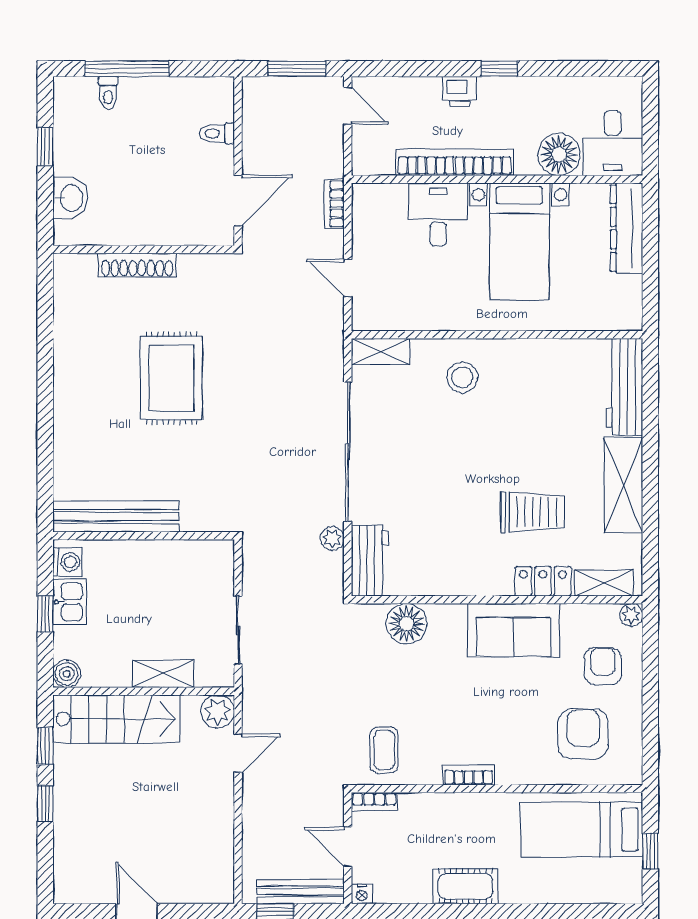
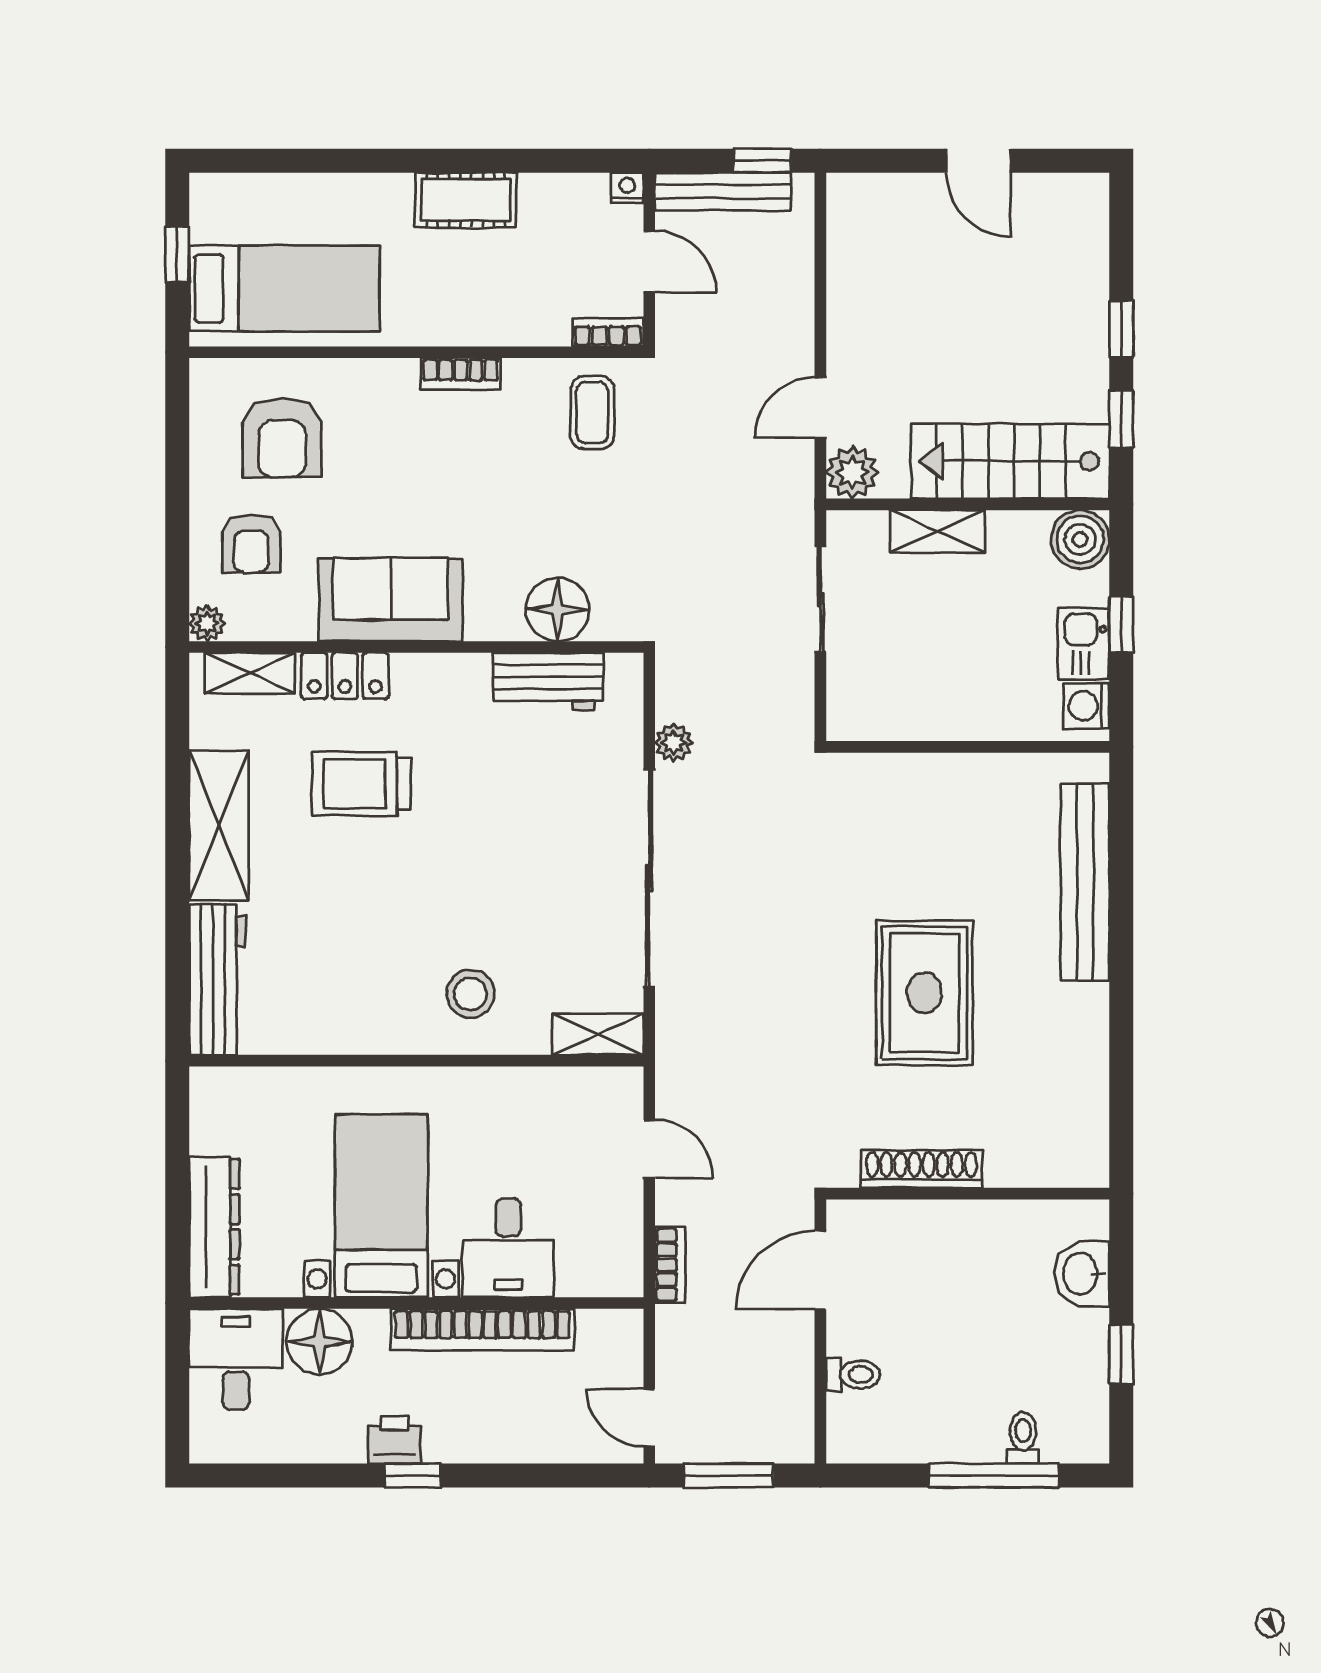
printer: (460, 92) -> (395, 1440), moved
shoe rack: (137, 265) -> (922, 1169), moved
bench: (116, 516) -> (1085, 882), moved, turned 90
workbench: (370, 561) -> (548, 681), moved, turned -90
boiler: (67, 674) -> (1080, 539), width x1.36, depth x1.36

